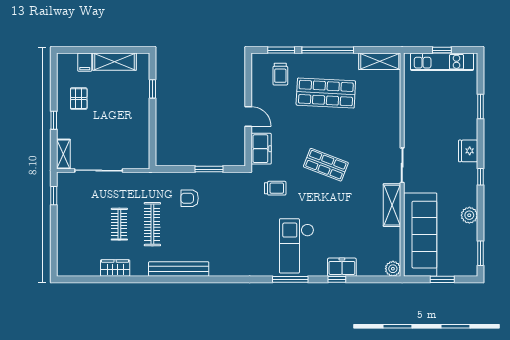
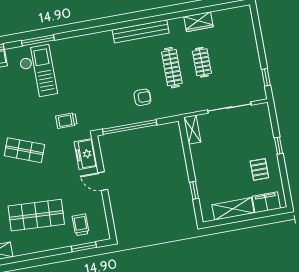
window: (328, 50) -> (42, 254), removed
filing cabinet: (85, 62) -> (266, 202), width x2.00
shelving: (63, 154) -> (192, 130), moved
window: (209, 169) -> (130, 127), width x2.11

